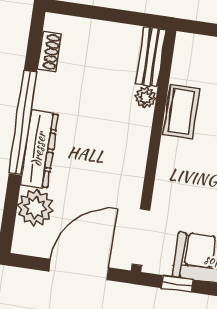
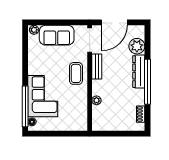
bench: (151, 57) -> (97, 67), moved
coffee table: (181, 111) -> (76, 73), moved
window: (177, 284) -> (71, 22), removed

